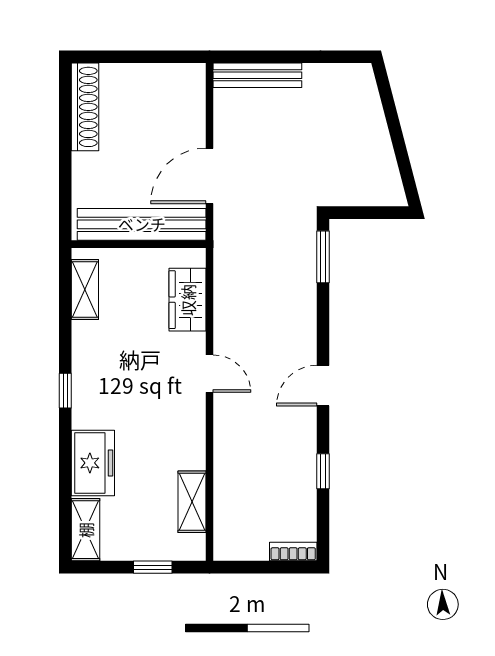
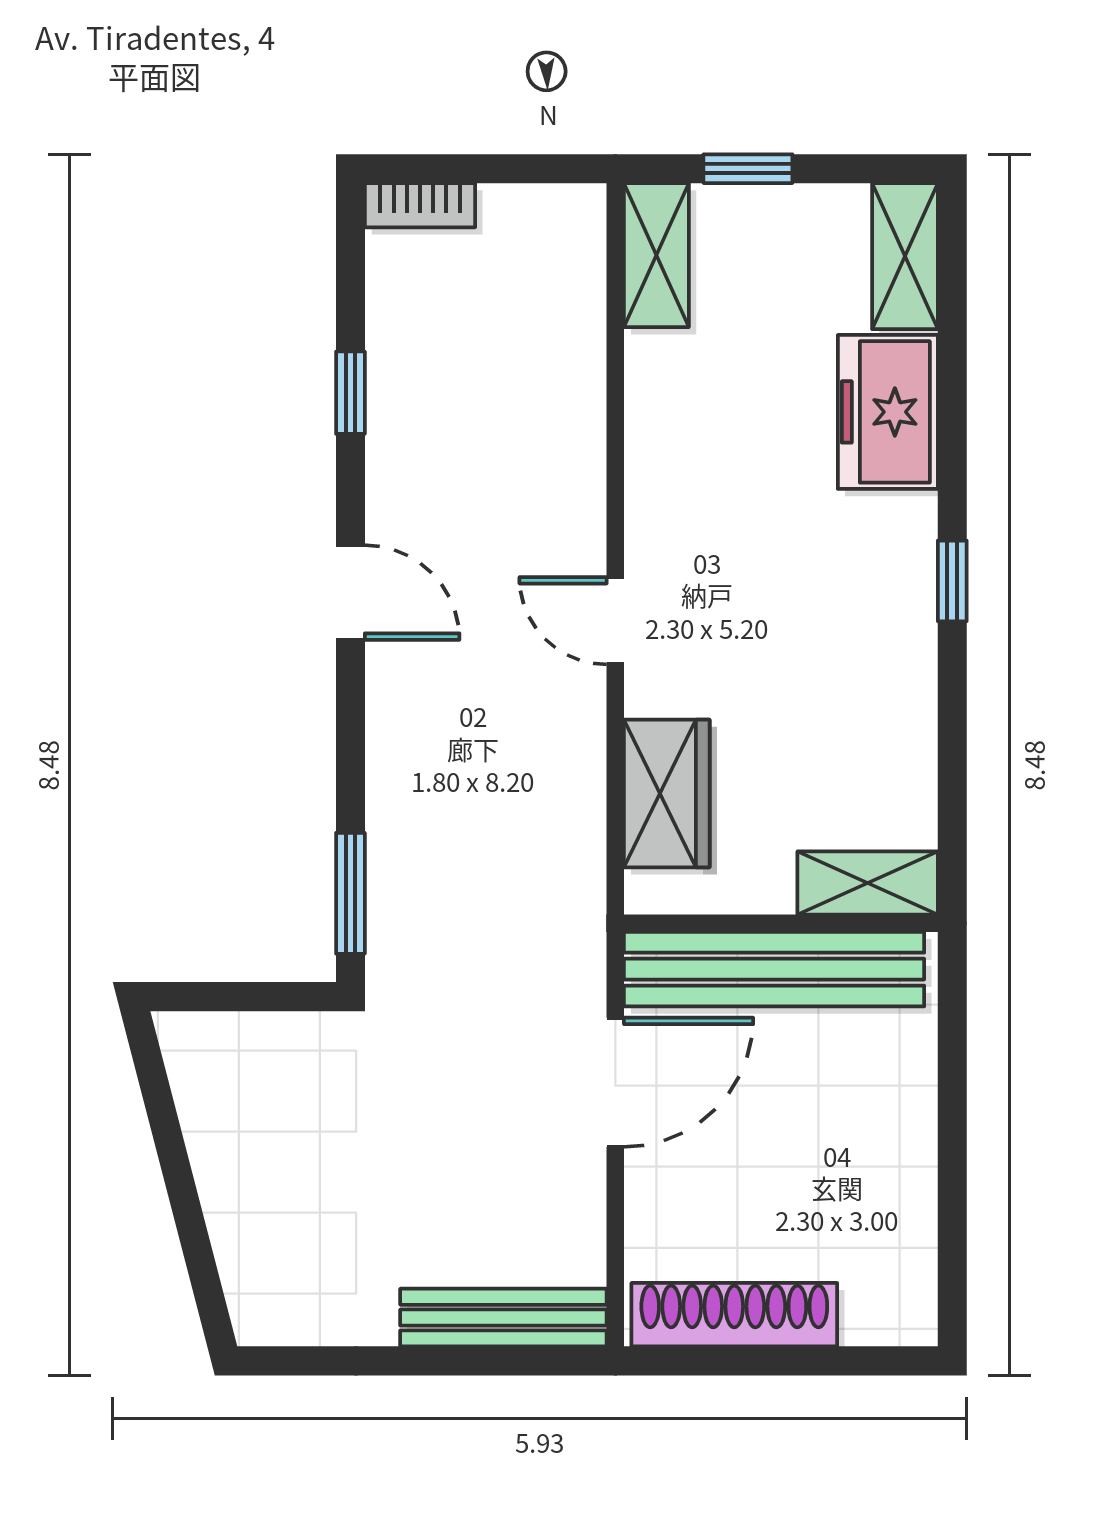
shoe rack: (85, 107) -> (734, 1315), moved, turned 90
shelving: (85, 289) -> (868, 883), moved, turned 90
door: (323, 386) -> (350, 593), hinge flipped
shelving: (192, 502) -> (656, 255), moved

